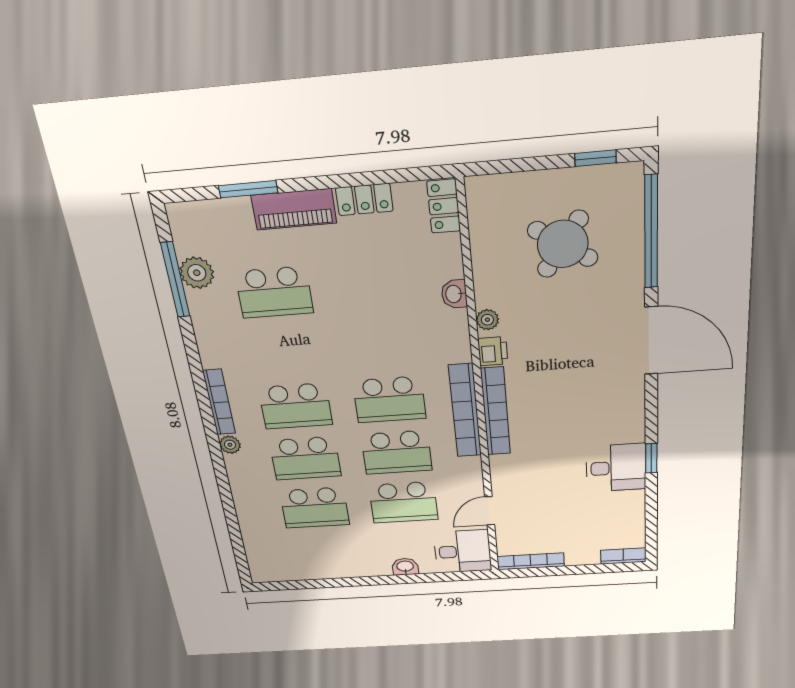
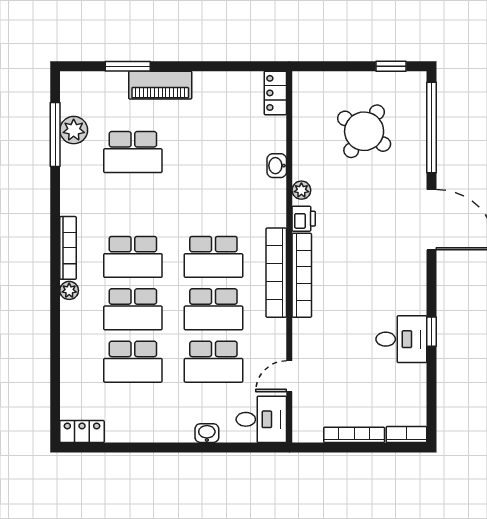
locker: (364, 199) -> (82, 431), moved, turned 180
bookcase: (531, 561) -> (354, 435), moved

